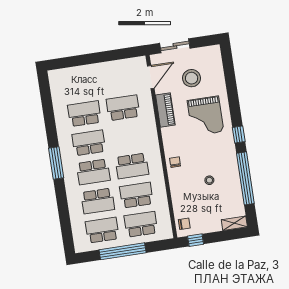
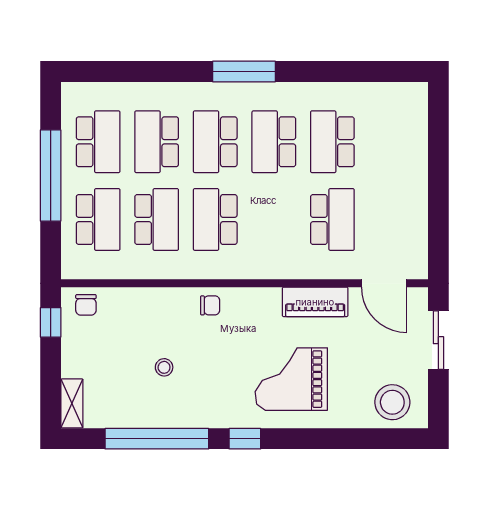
stool: (192, 78) -> (392, 402), moved
school desk: (84, 114) -> (332, 142), turned 180
school desk: (89, 143) -> (274, 142), turned 180

